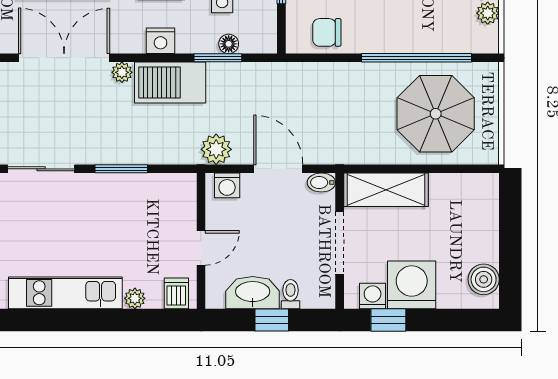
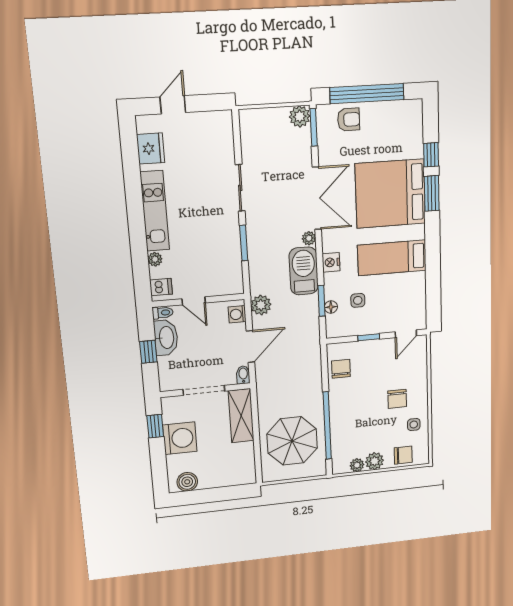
toilet: (290, 294) -> (163, 313), moved
washing machine: (373, 296) -> (170, 415), removed

